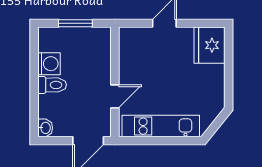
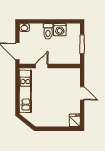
fridge: (209, 45) -> (75, 120), width x0.53, depth x0.75
door: (115, 96) -> (42, 66), swing flipped

